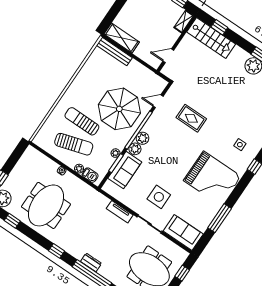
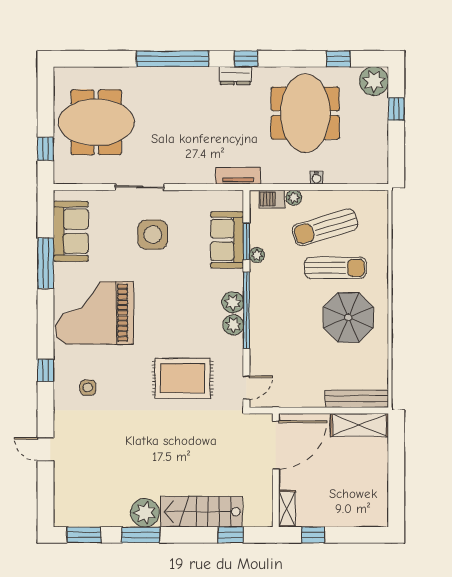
stairs: (211, 38) -> (201, 512), moved
door: (168, 56) -> (276, 445), width x1.88
door: (158, 101) -> (246, 388), moved
parasol: (119, 109) -> (348, 317), moved, width x0.73, depth x0.73
rug: (191, 118) -> (183, 378), width x1.36, depth x1.43
plant: (135, 149) -> (233, 325), moved
tv unit: (120, 212) -> (238, 176), moved
sofa: (183, 233) -> (71, 231), moved, turned -90
dresser: (91, 262) -> (235, 76), moved

